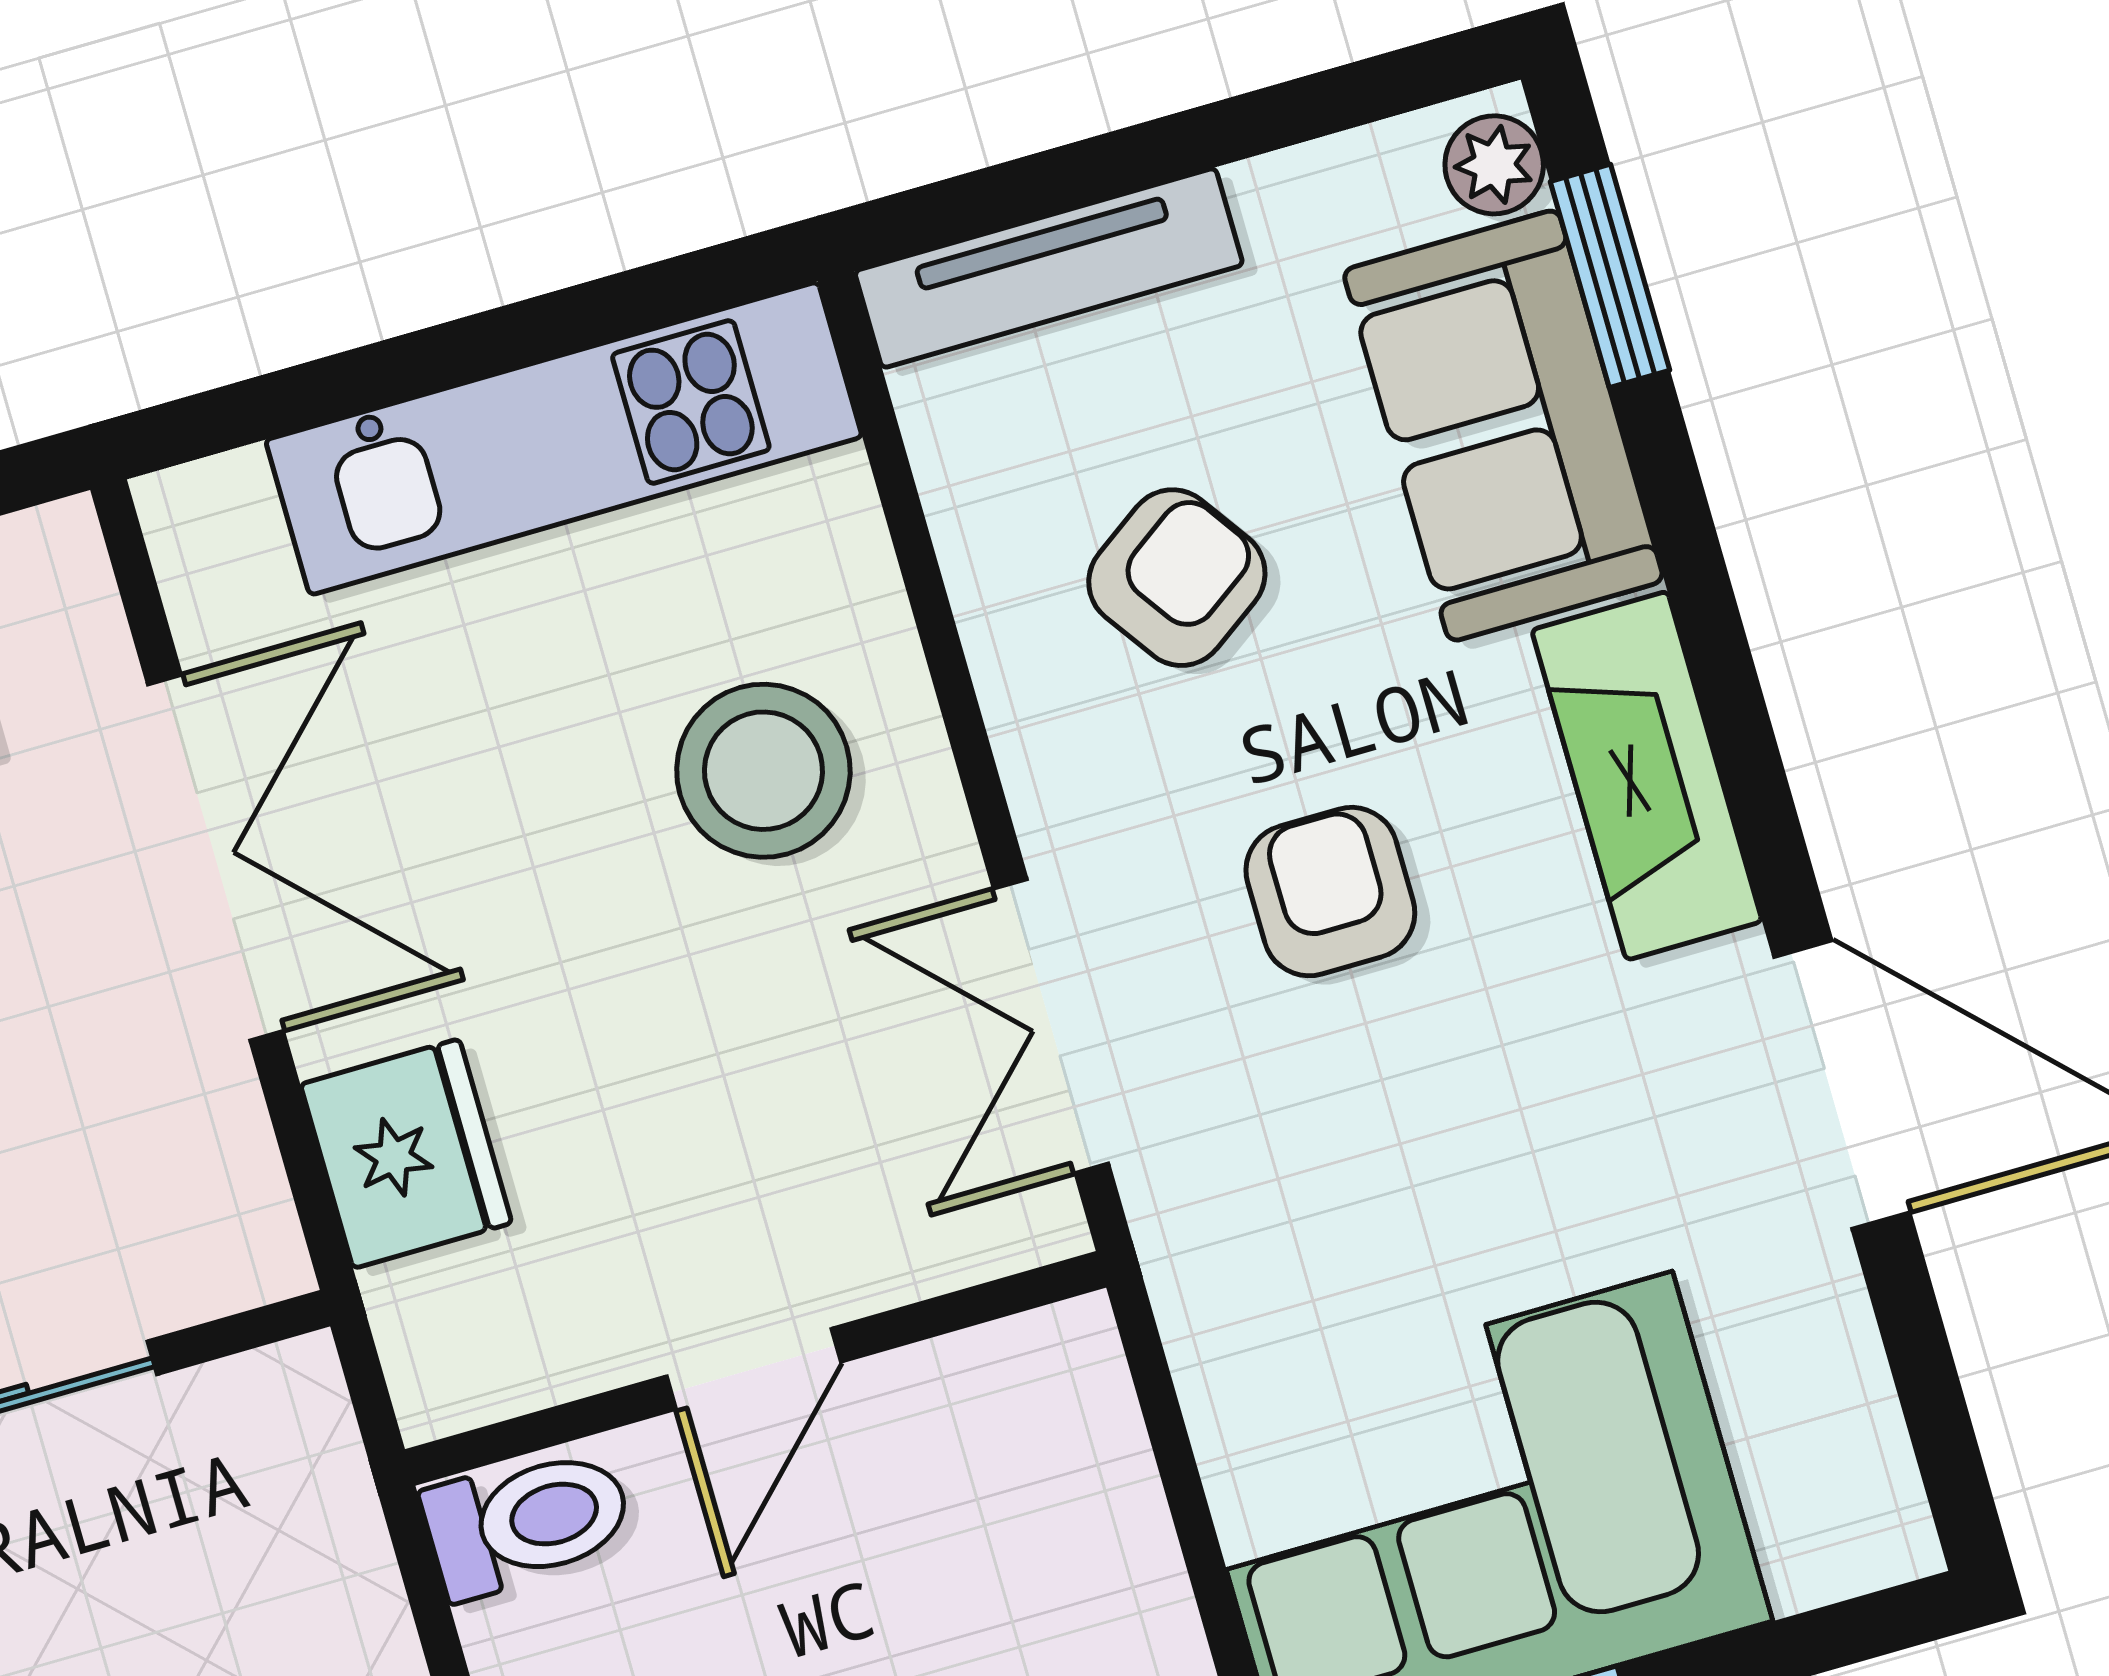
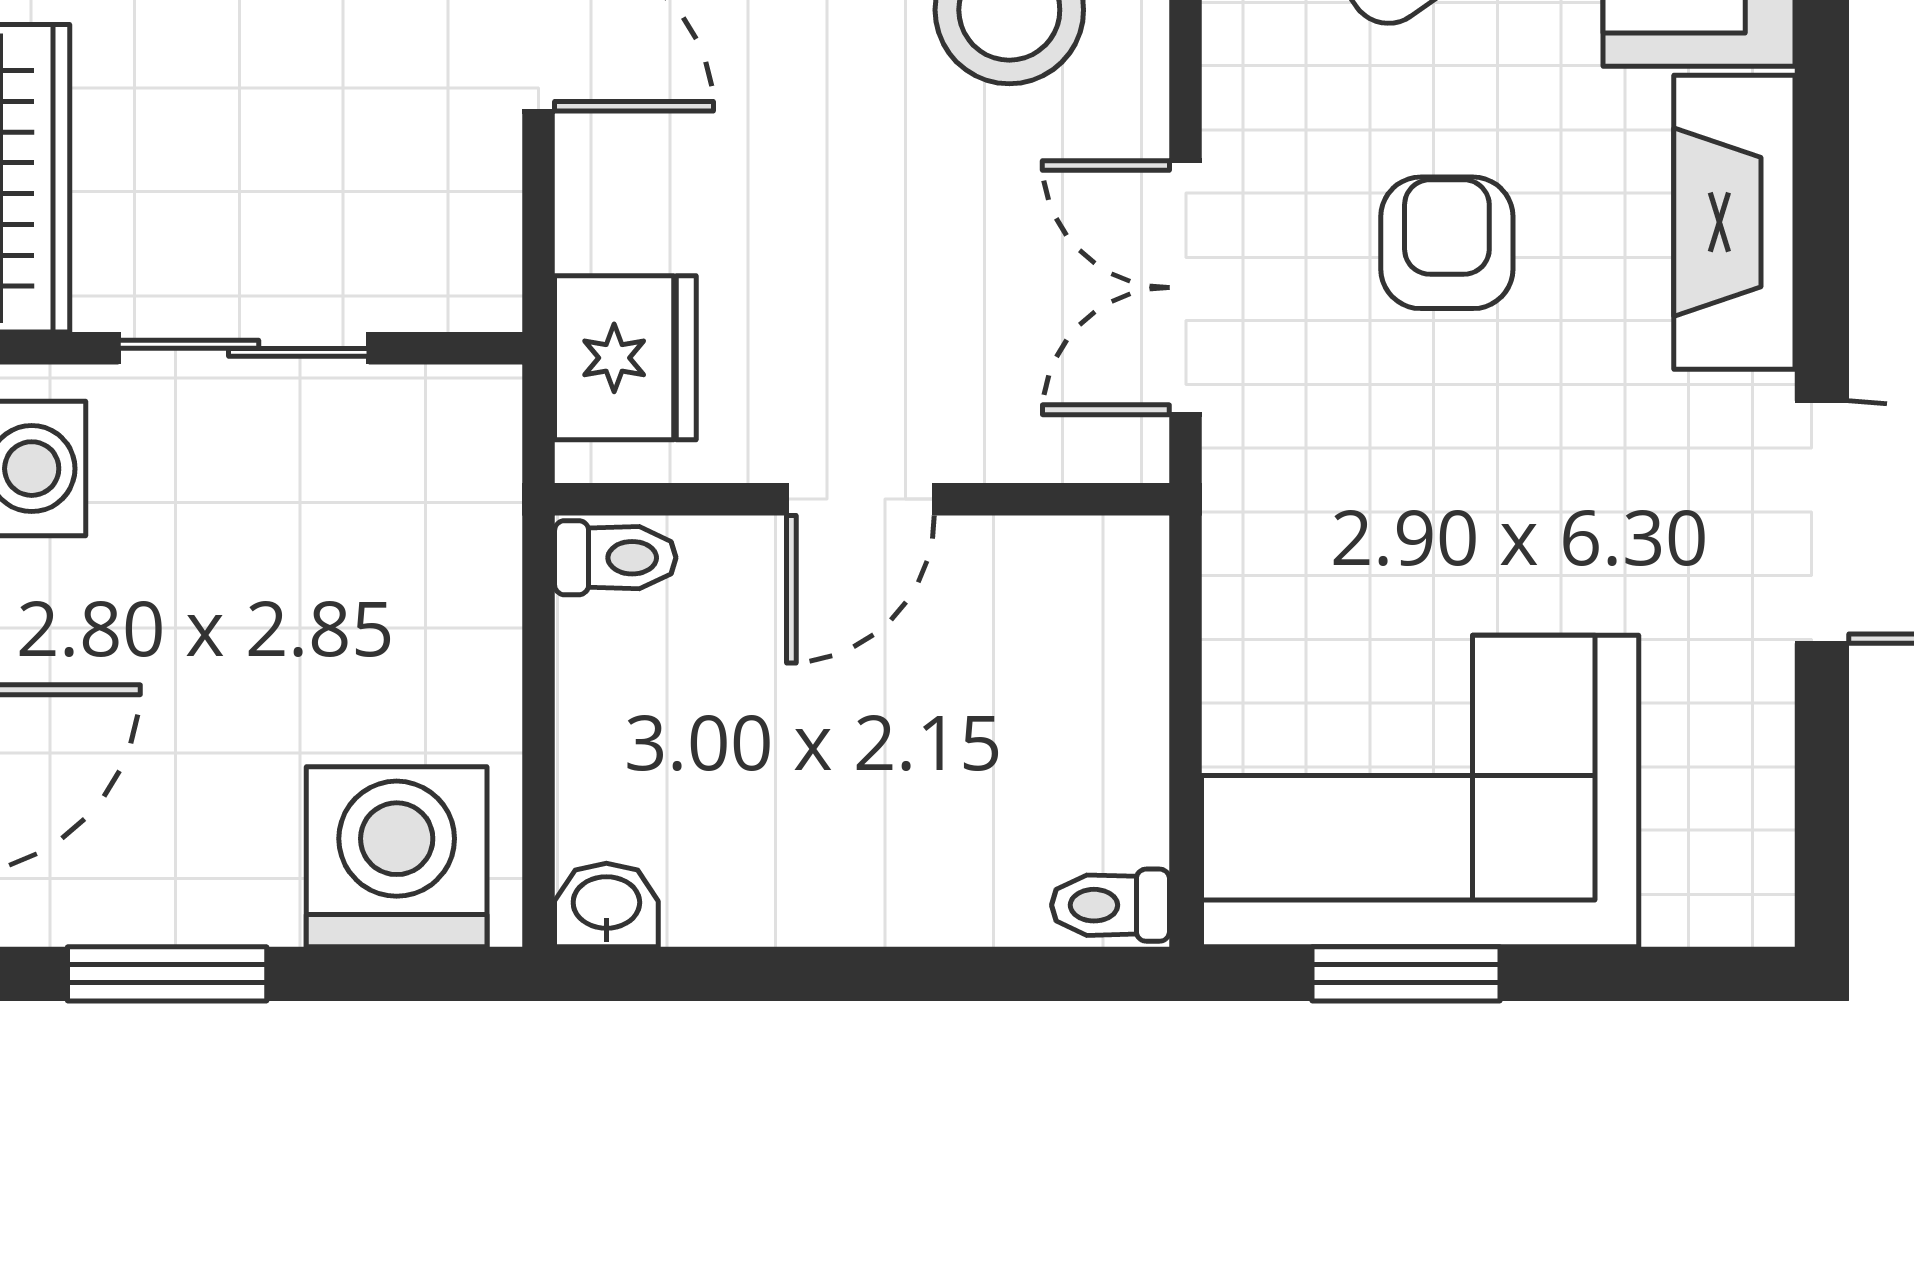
fridge: (406, 1154) -> (625, 358), moved
toilet: (528, 1522) -> (615, 558), width x0.73, depth x0.72

